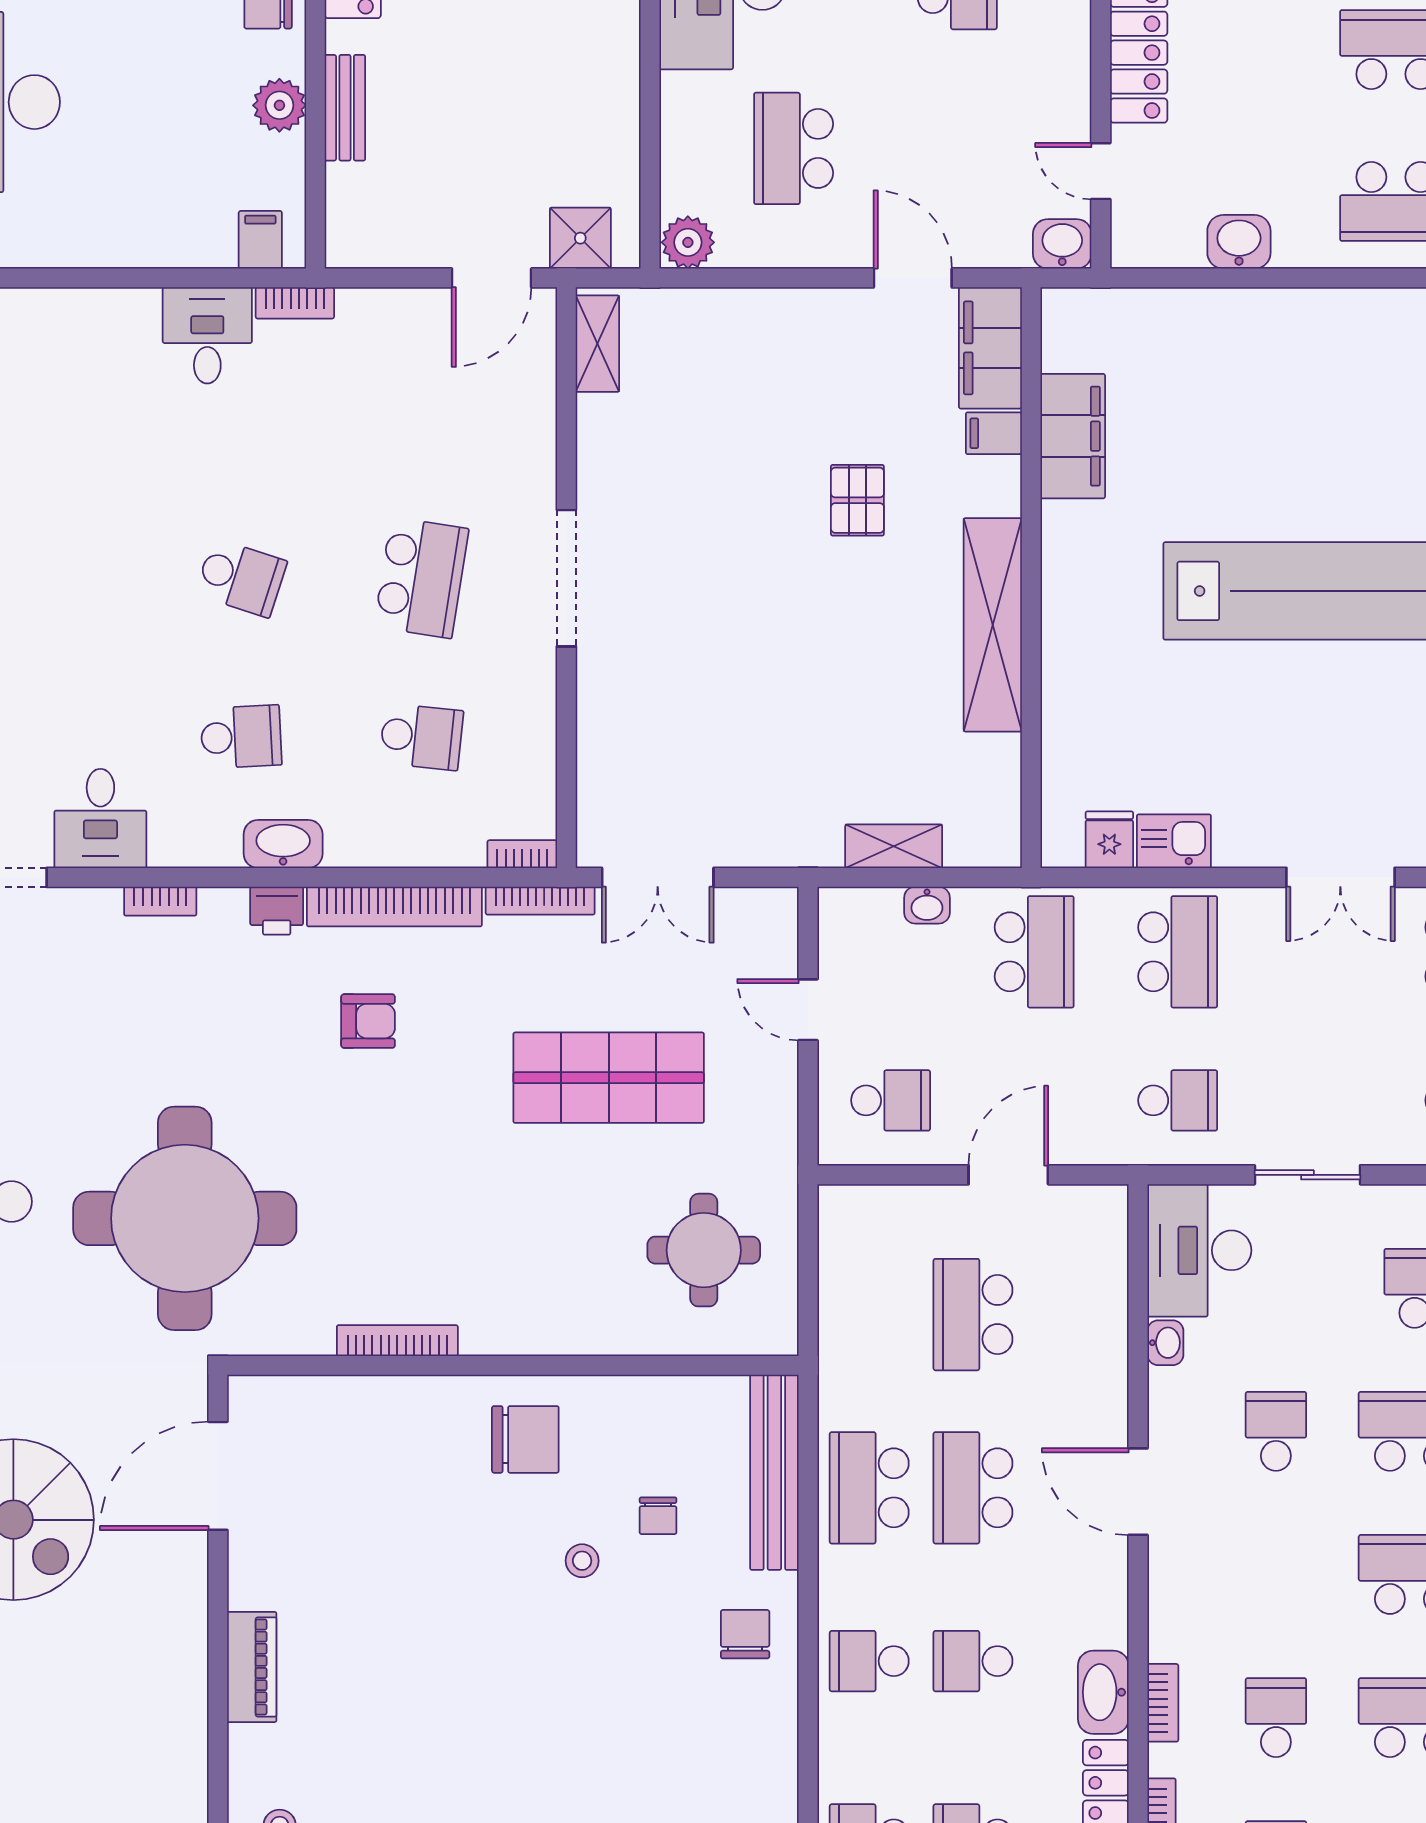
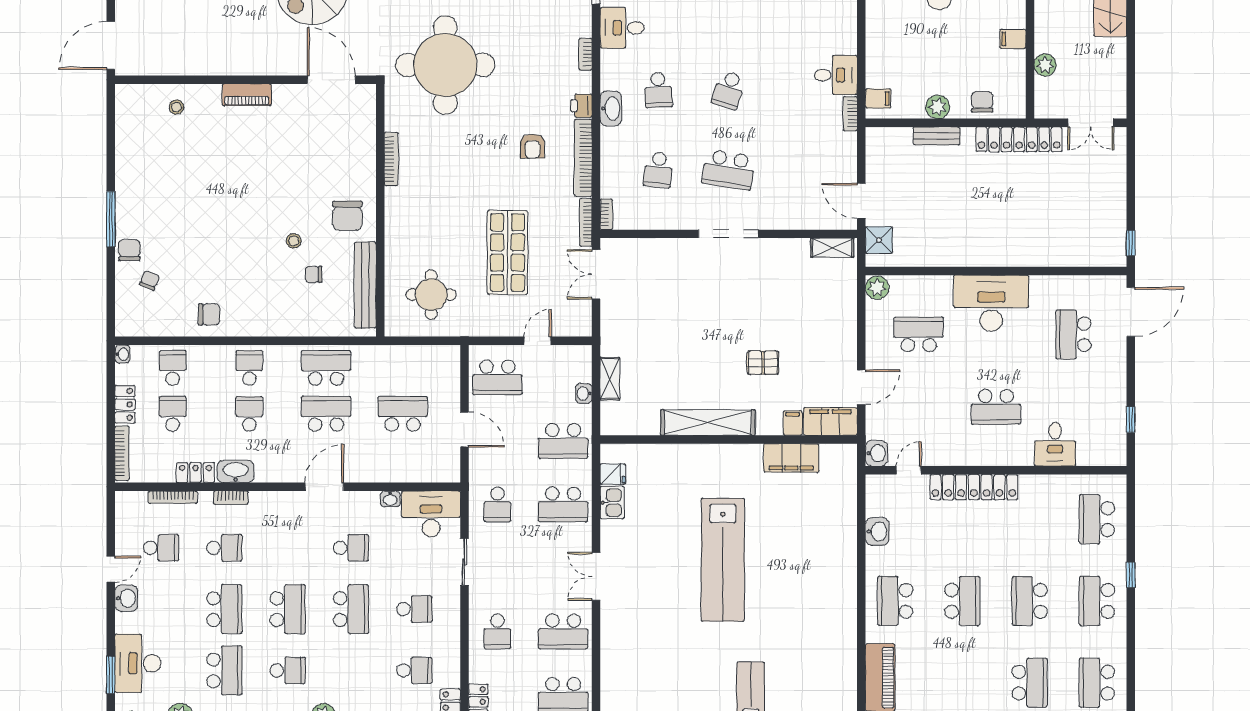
school desk: (891, 1100) -> (497, 377), width x1.85
bench: (774, 1472) -> (365, 285), moved, turned 90
chair: (745, 1634) -> (209, 314), moved

